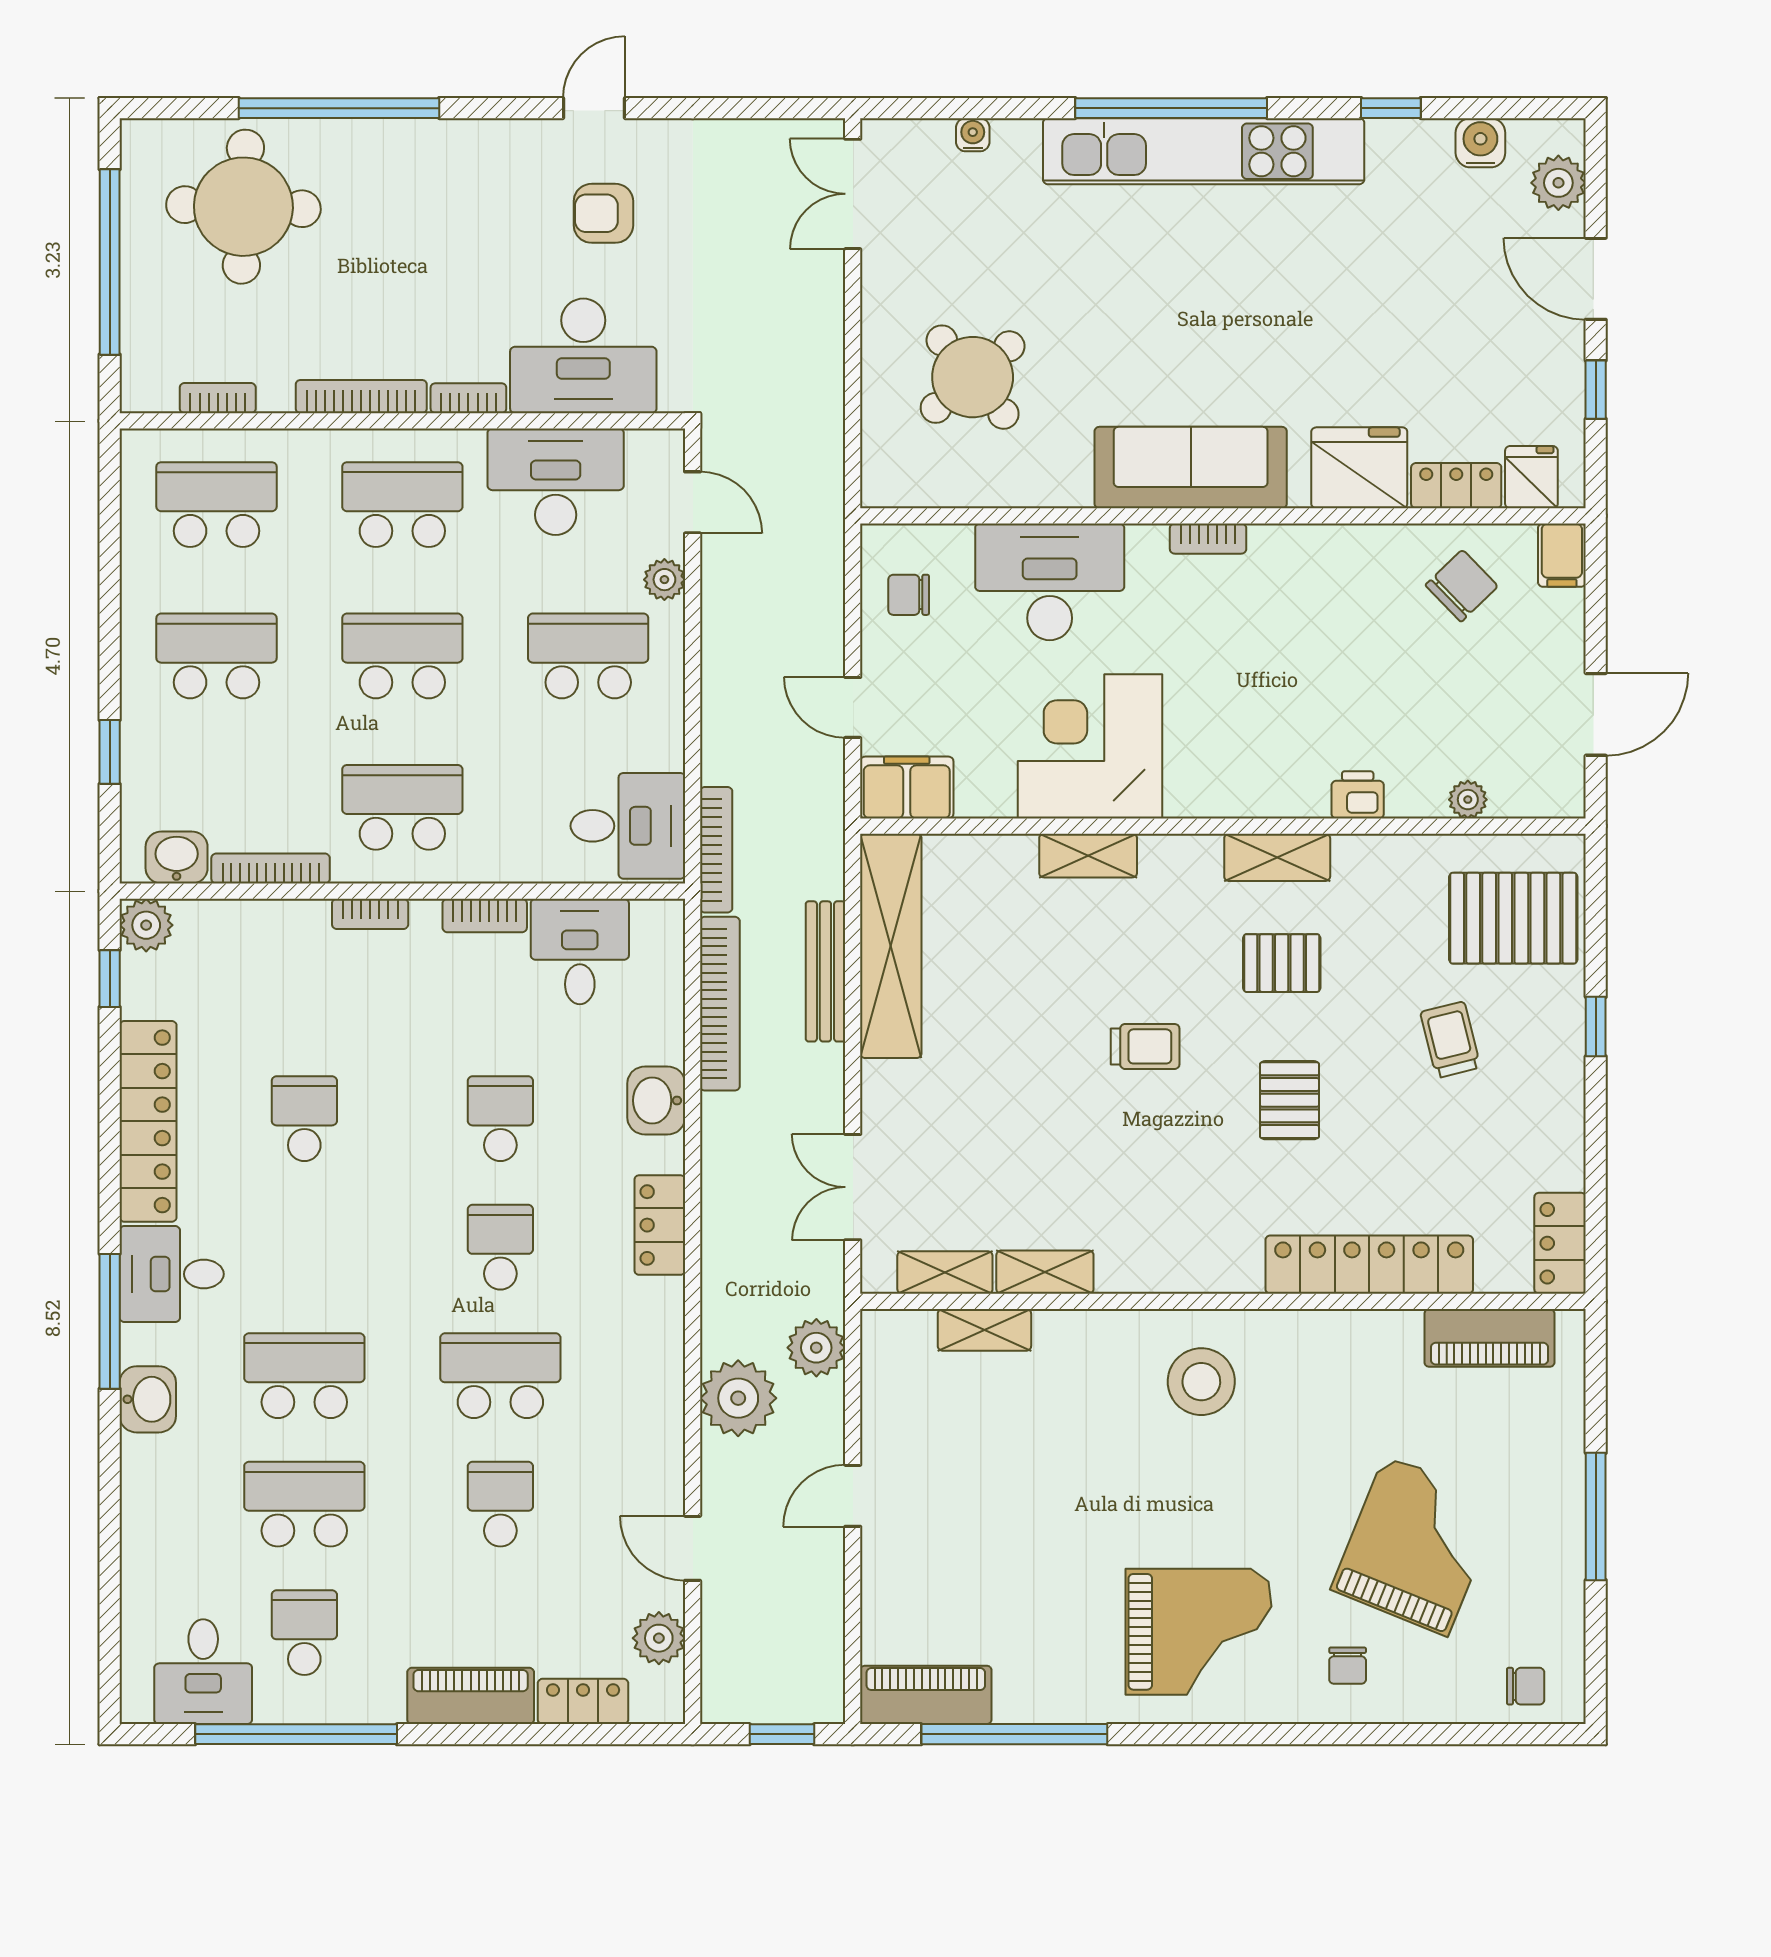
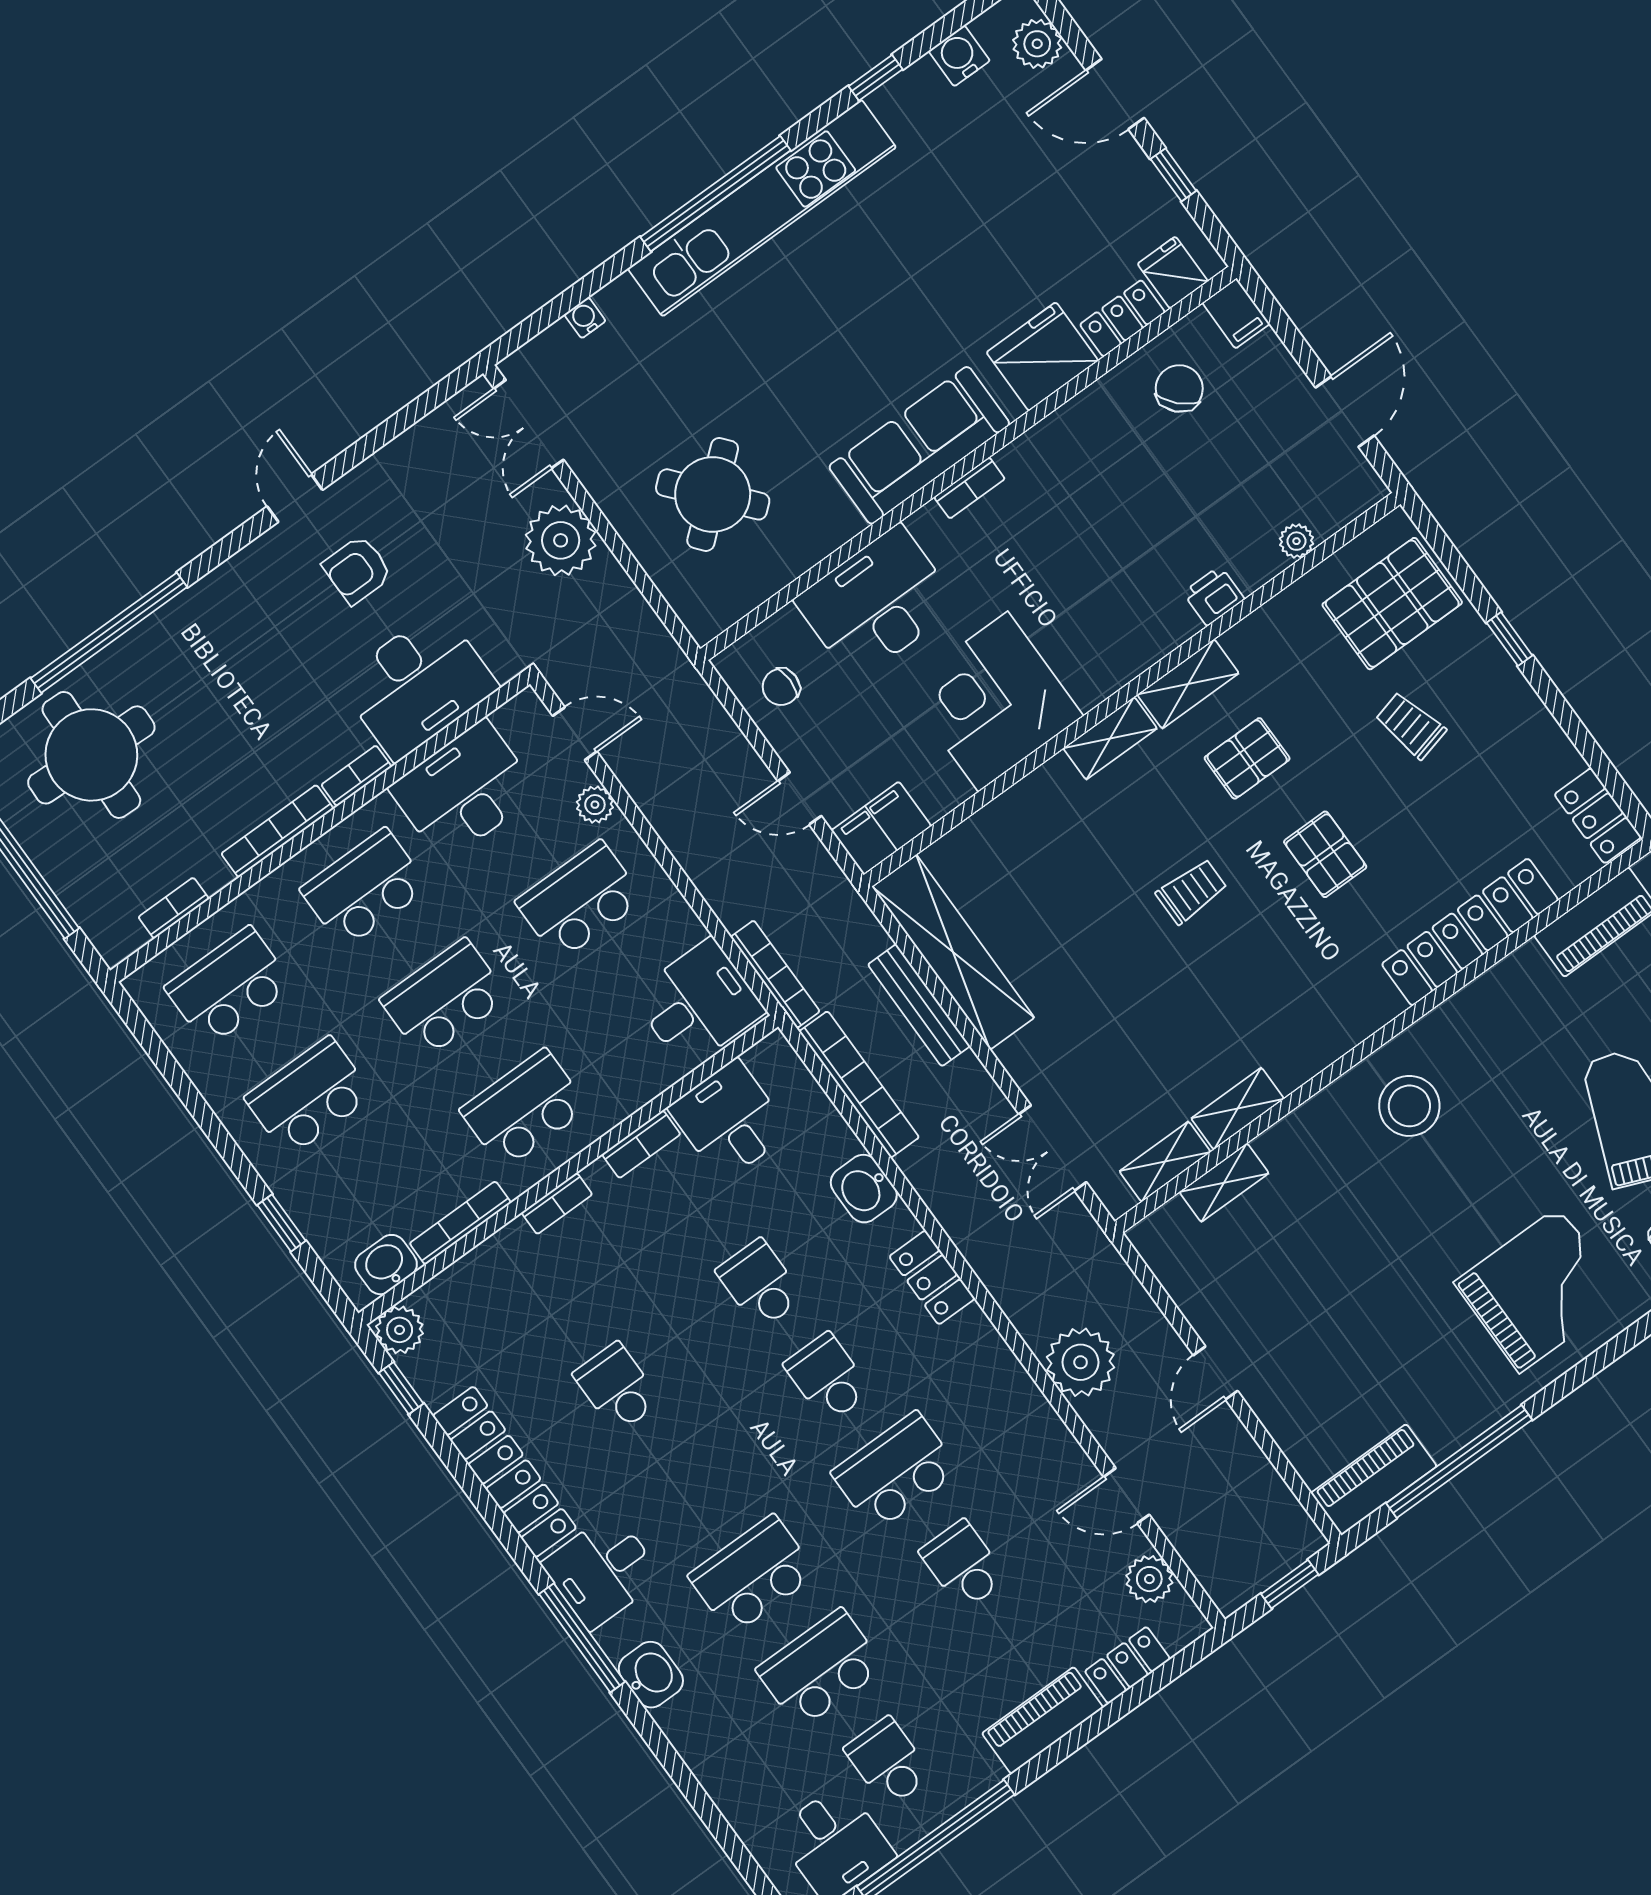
shelving: (1088, 856) -> (1110, 738), moved
plant: (816, 1348) -> (561, 540), moved, width x1.36, depth x1.36

